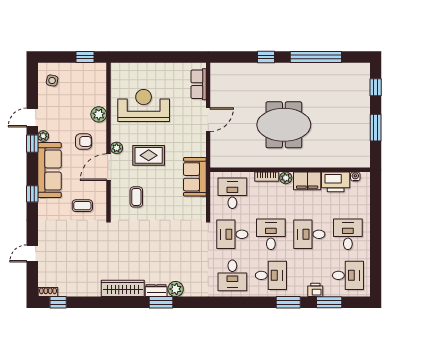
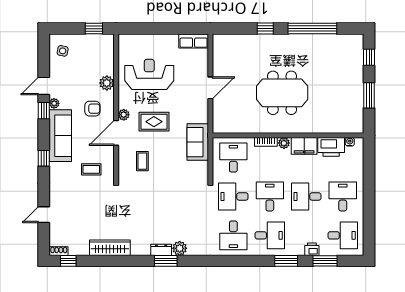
row of seats: (199, 84) -> (194, 41), moved, turned -90
wardrobe: (123, 288) -> (110, 248), moved

